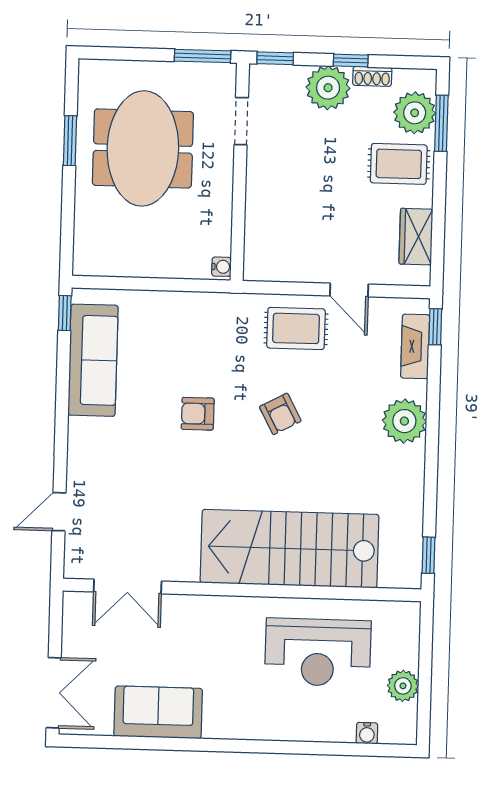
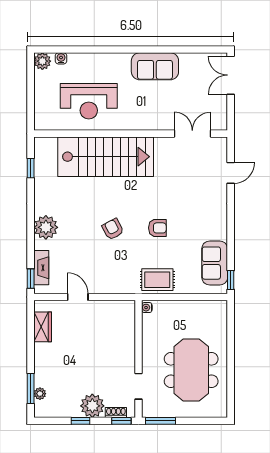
shoe rack: (372, 76) -> (116, 413), moved
plant: (415, 113) -> (40, 394), width x0.53, depth x0.53
window: (70, 141) -> (231, 373), removed
rug: (399, 164) -> (53, 366), removed
rug: (296, 328) -> (157, 280), moved
sofa: (93, 360) -> (215, 263), width x0.73
window: (429, 555) -> (31, 168), moved
reception desk: (318, 652) -> (89, 101), turned 180
plant: (403, 686) -> (42, 61), moved
sofa: (158, 712) -> (155, 66), moved

